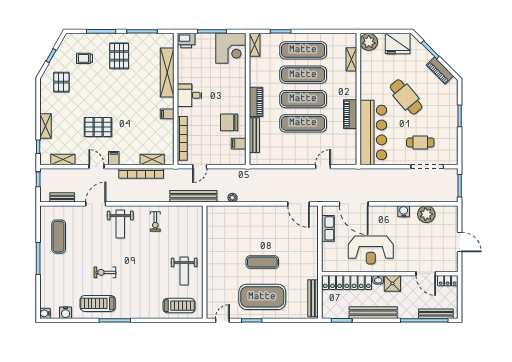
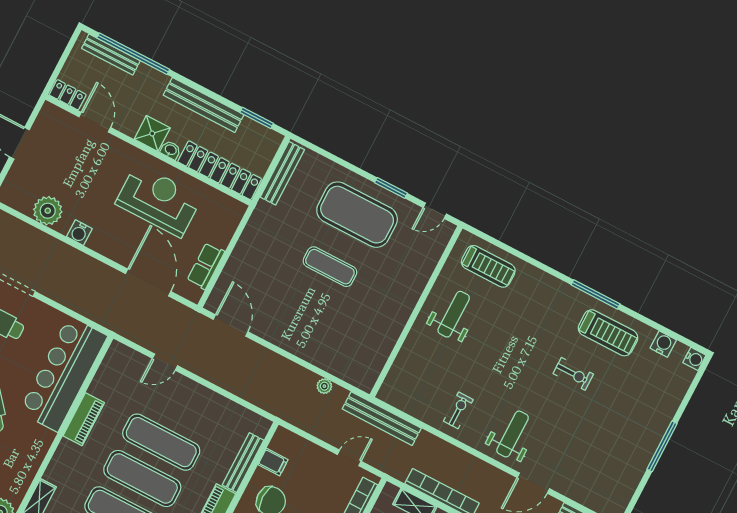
exercise mat: (59, 237) -> (614, 463), removed
treadmill: (179, 306) -> (488, 266), turned 180

